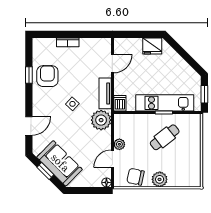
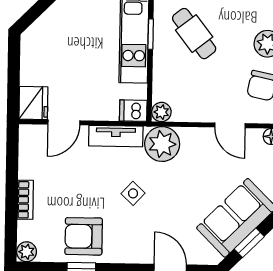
plant: (38, 43) -> (27, 252), added
fridge: (152, 46) -> (33, 103), moved
door: (112, 64) -> (64, 122), swing flipped
plant: (119, 144) -> (161, 112), moved

